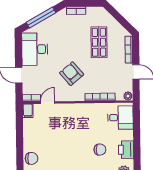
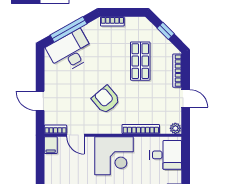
window: (119, 18) -> (166, 31), added
desk: (35, 49) -> (70, 51), moved, turned 61
door: (48, 103) -> (75, 135), swing flipped
corner desk: (79, 119) -> (114, 156), added

